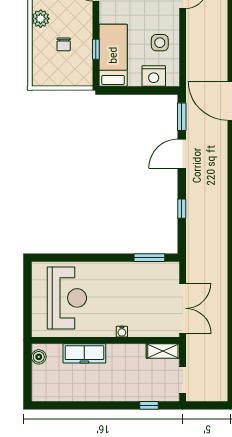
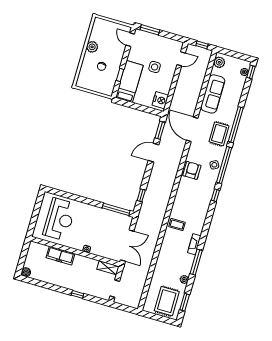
side table: (160, 43) -> (155, 67), moved
nightstand: (154, 76) -> (160, 100), moved, turned -90
window: (182, 209) -> (141, 195), moved
window: (149, 258) -> (116, 209), width x1.44
boiler: (39, 357) -> (26, 272), moved
window: (149, 405) -> (77, 294), moved

